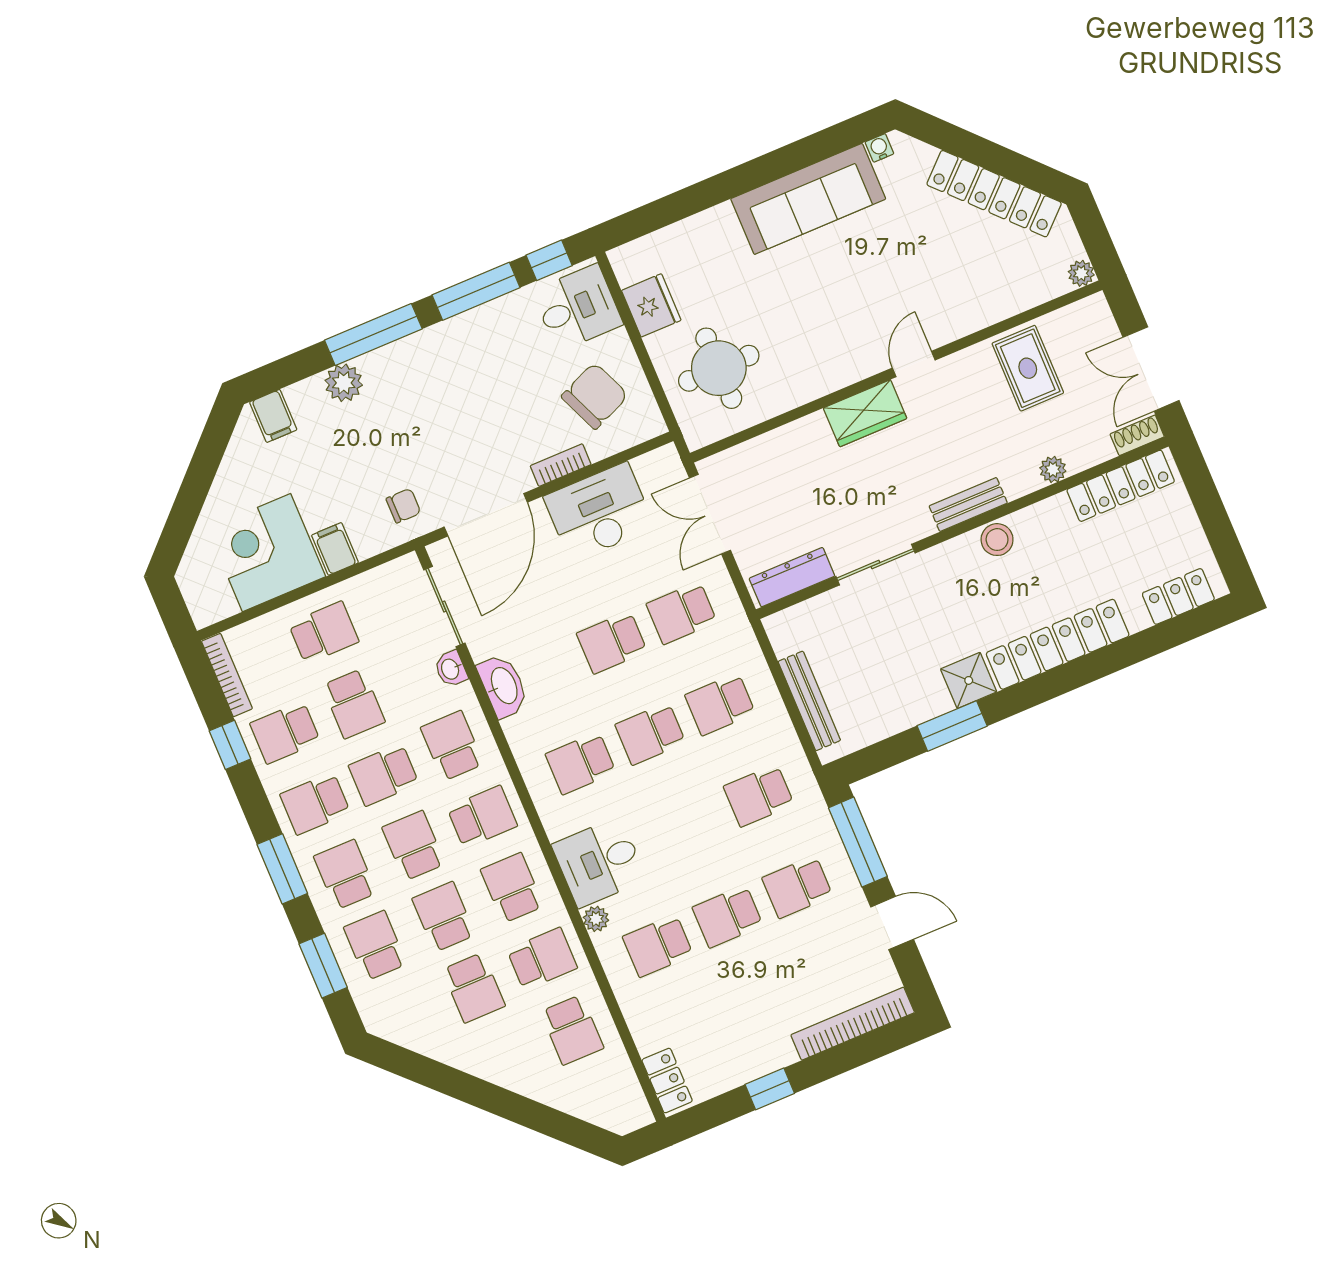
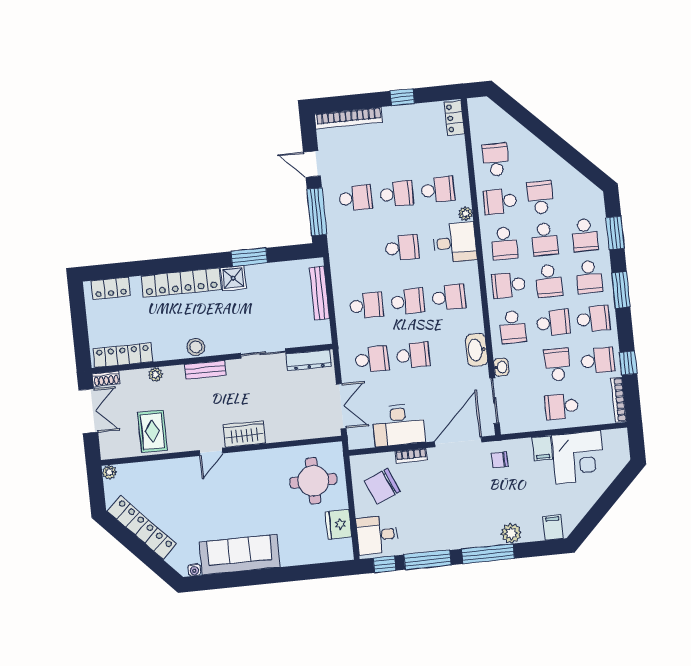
school desk: (759, 796) -> (402, 248), moved

